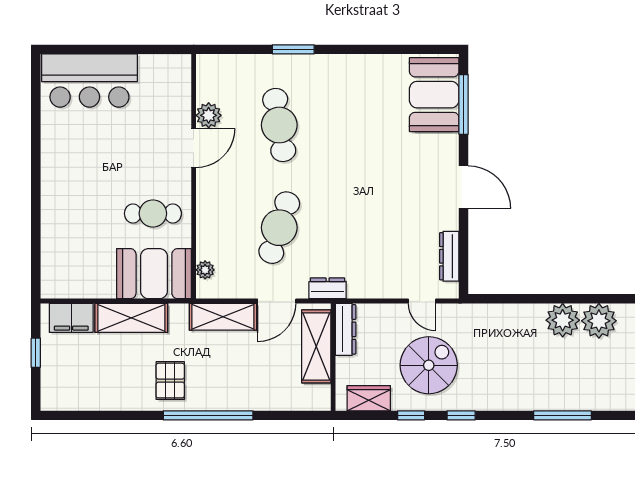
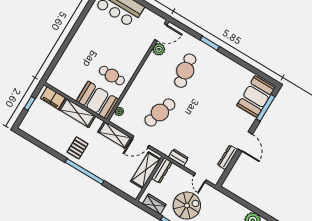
door: (194, 148) -> (161, 32), moved
dresser: (449, 256) -> (228, 157), moved
dresser: (328, 288) -> (178, 158), moved

